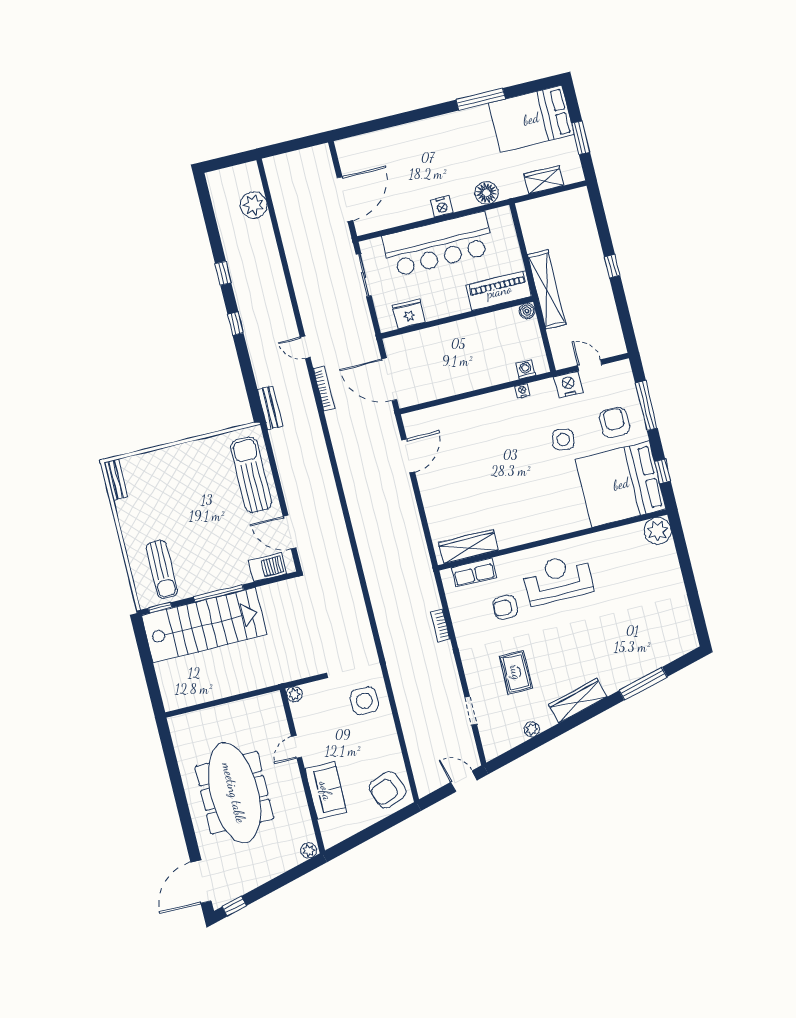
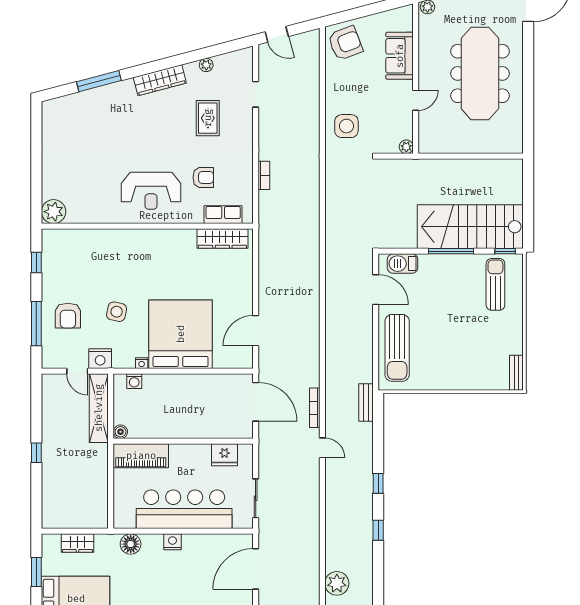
shelving: (547, 290) -> (99, 408), moved
bed: (621, 484) -> (181, 334), moved, turned -90

